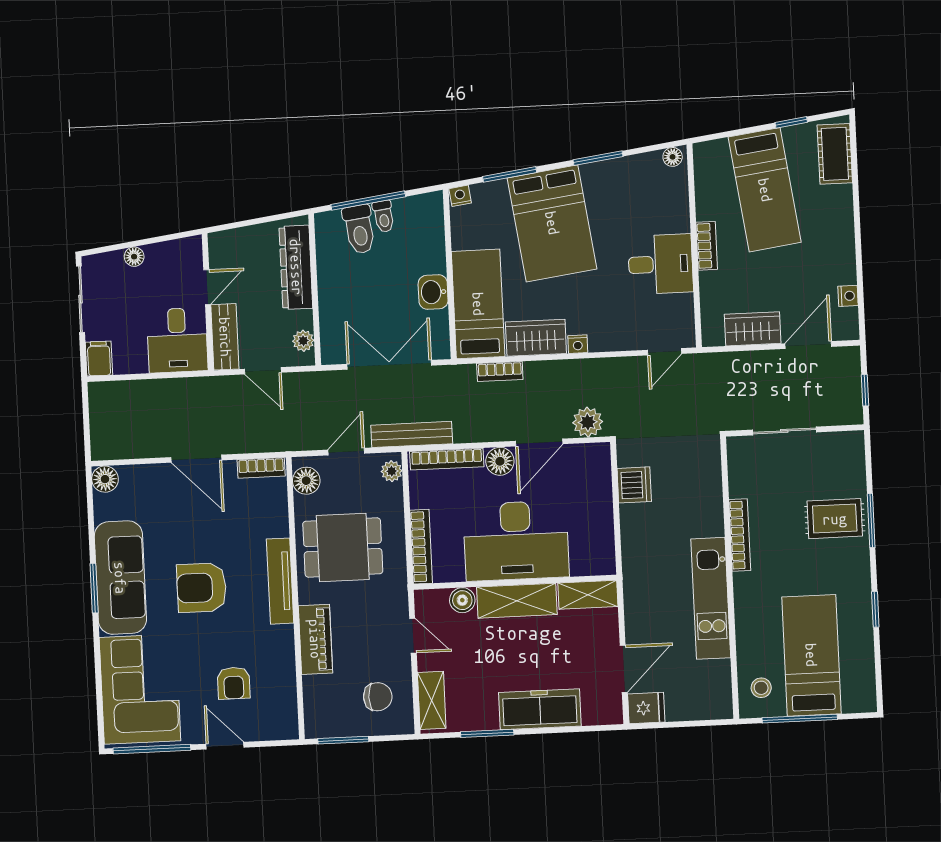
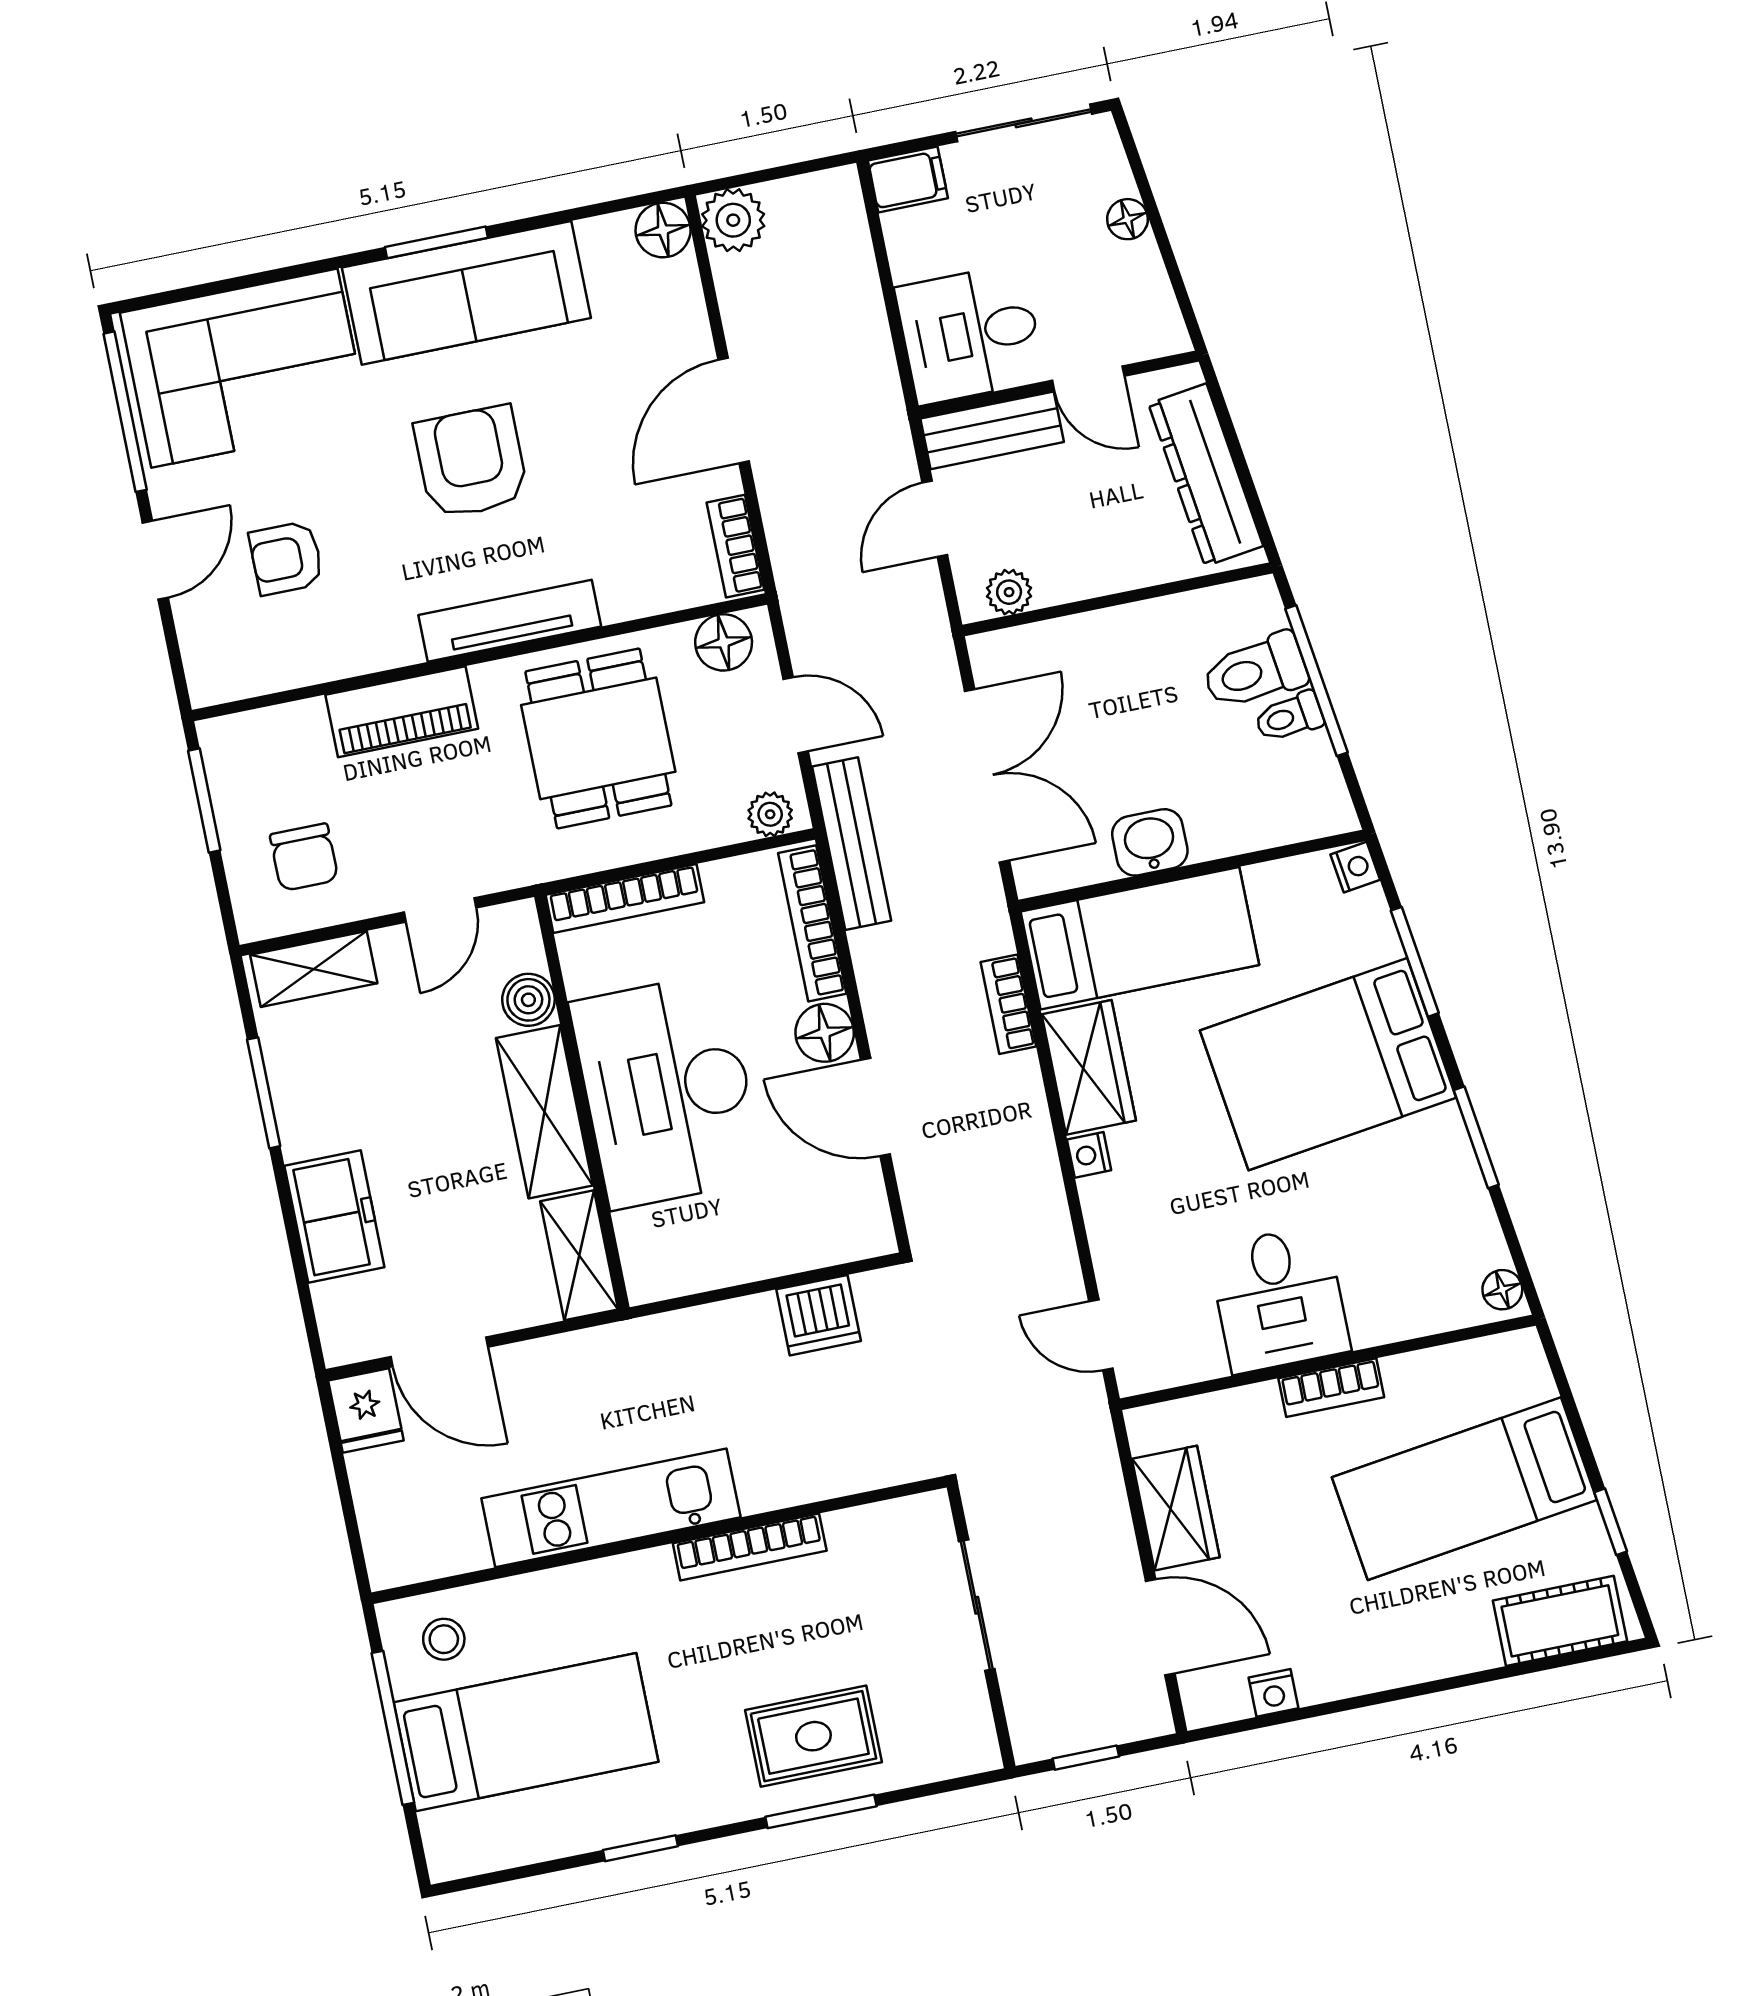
dresser: (296, 267) -> (1206, 475), moved, turned -98
plant: (588, 422) -> (733, 220), moved
rug: (835, 519) -> (813, 1736), turned 90
freezer: (540, 709) -> (334, 1216), width x0.71

